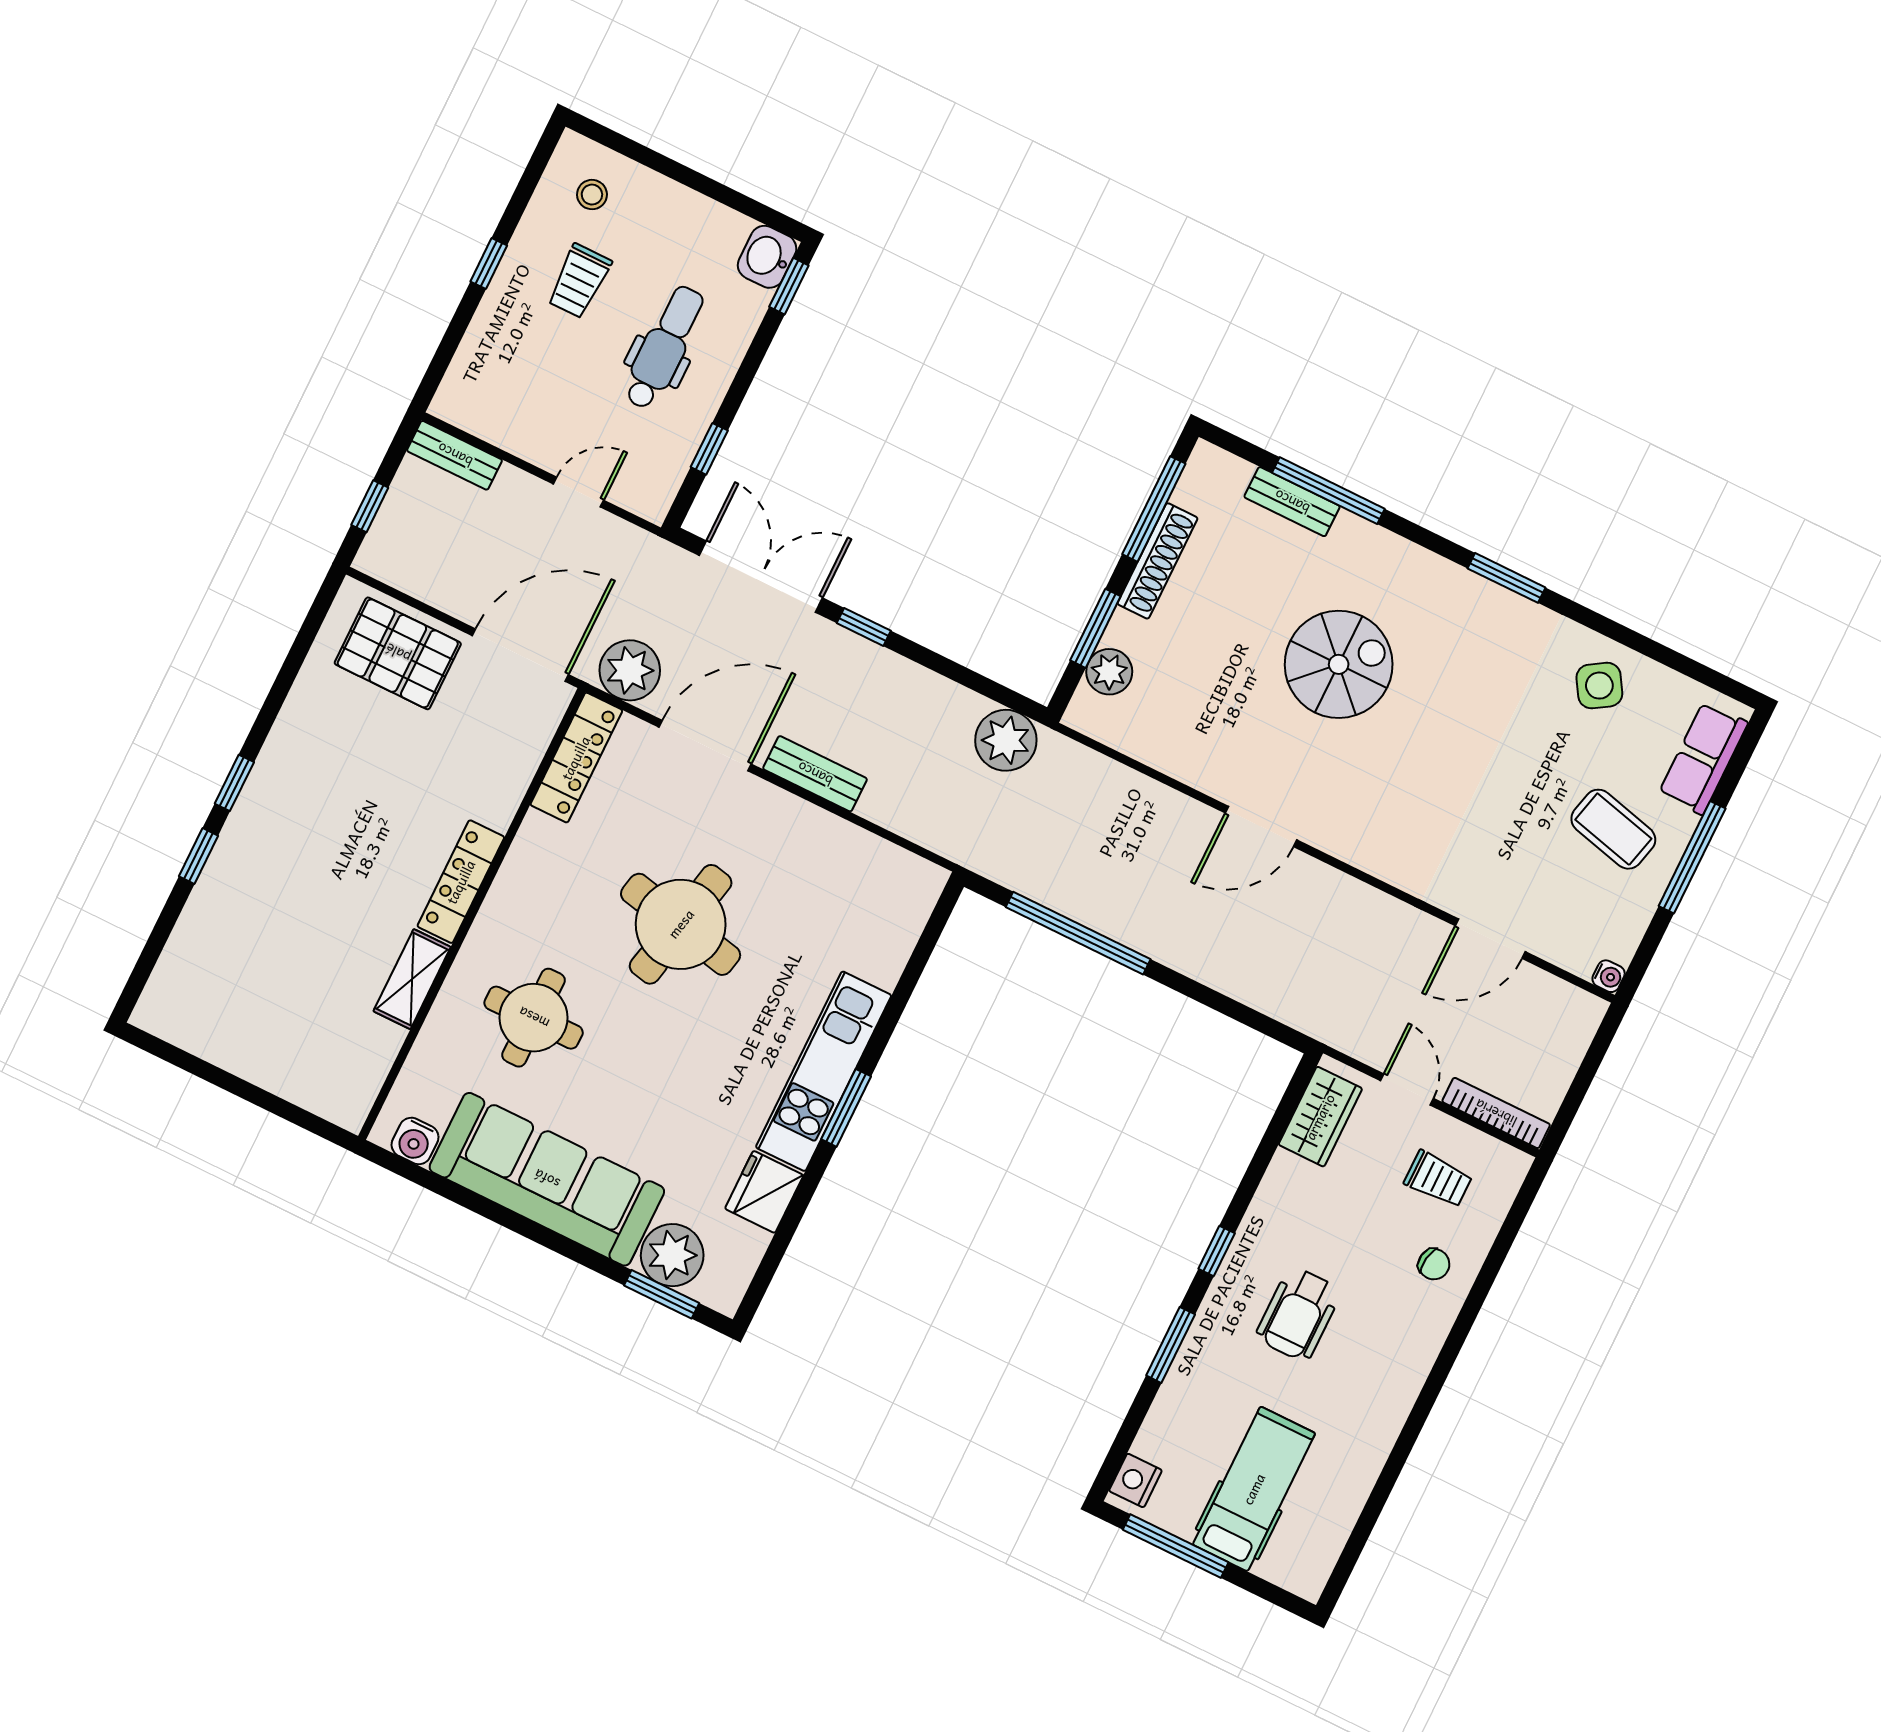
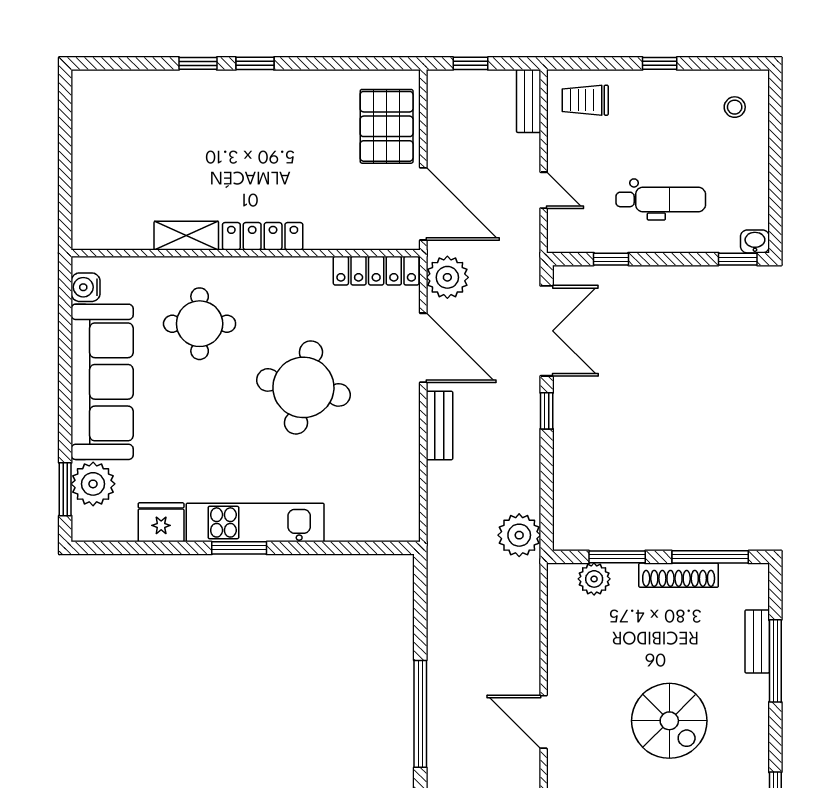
washbasin: (767, 257) -> (755, 241), width x0.72, depth x0.69
trolley: (579, 281) -> (585, 100), moved
window: (1078, 933) -> (420, 714), moved

